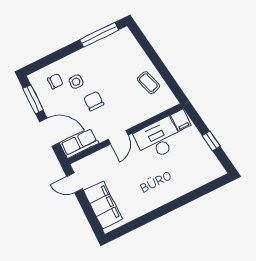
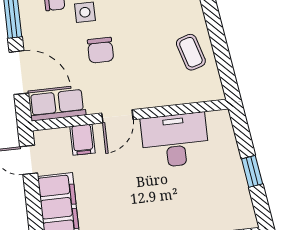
chair: (94, 101) -> (100, 50), turned 180
filing cabinet: (181, 120) -> (82, 140), moved

